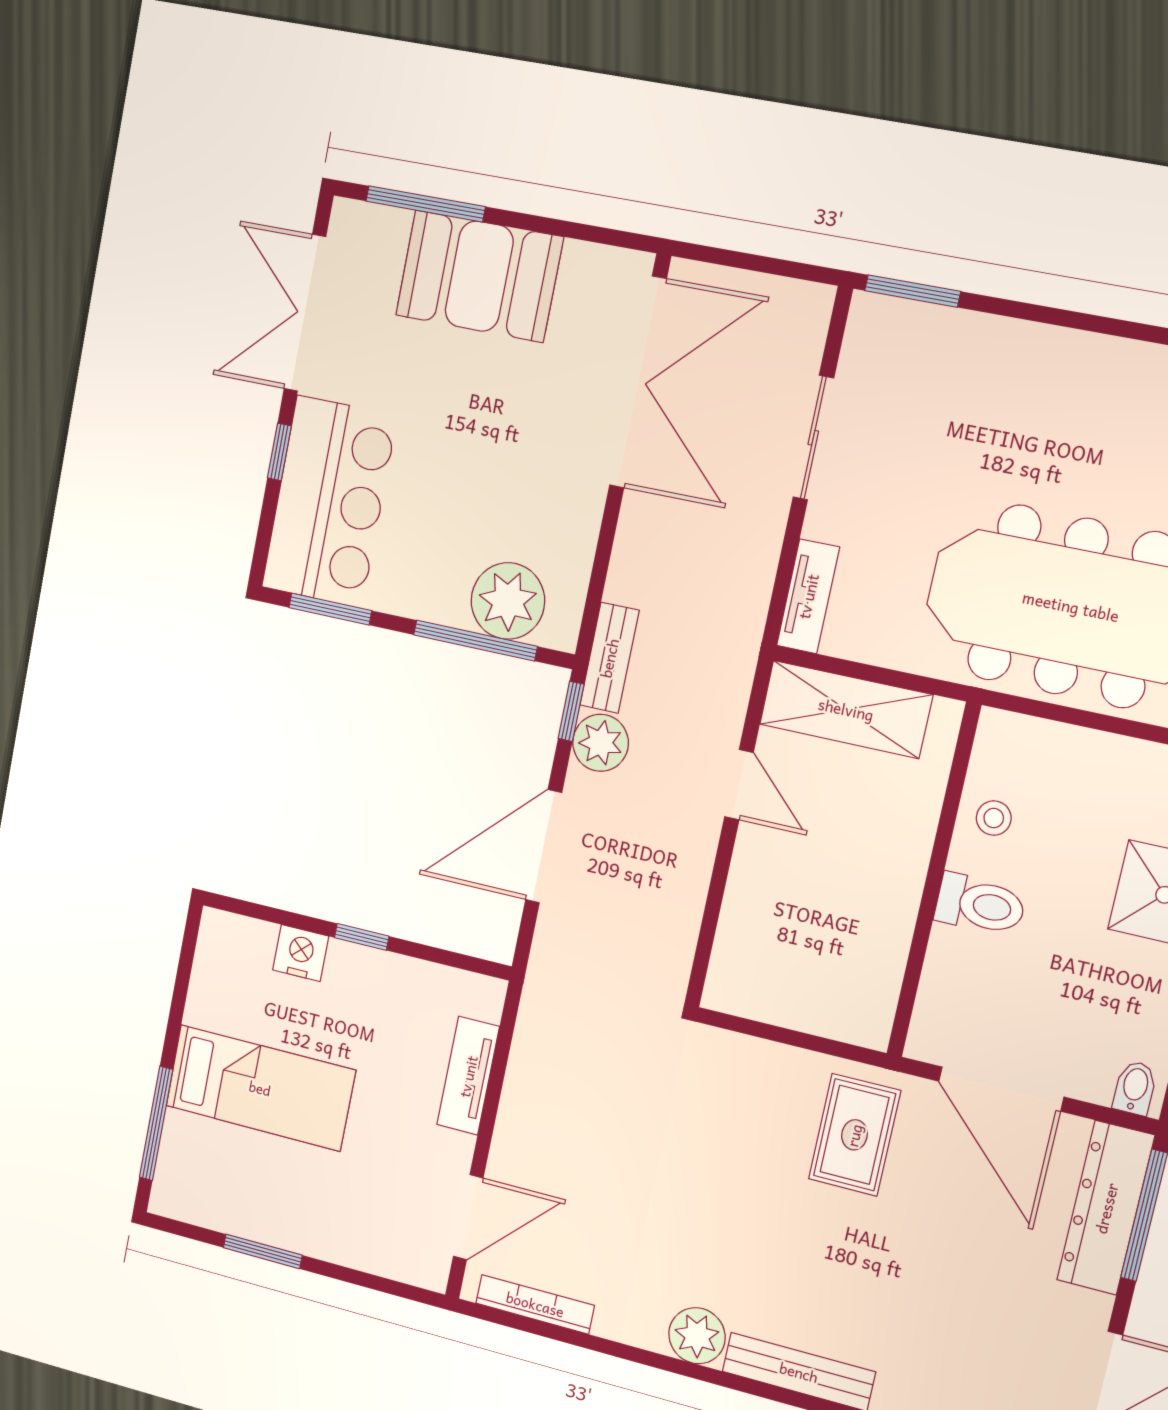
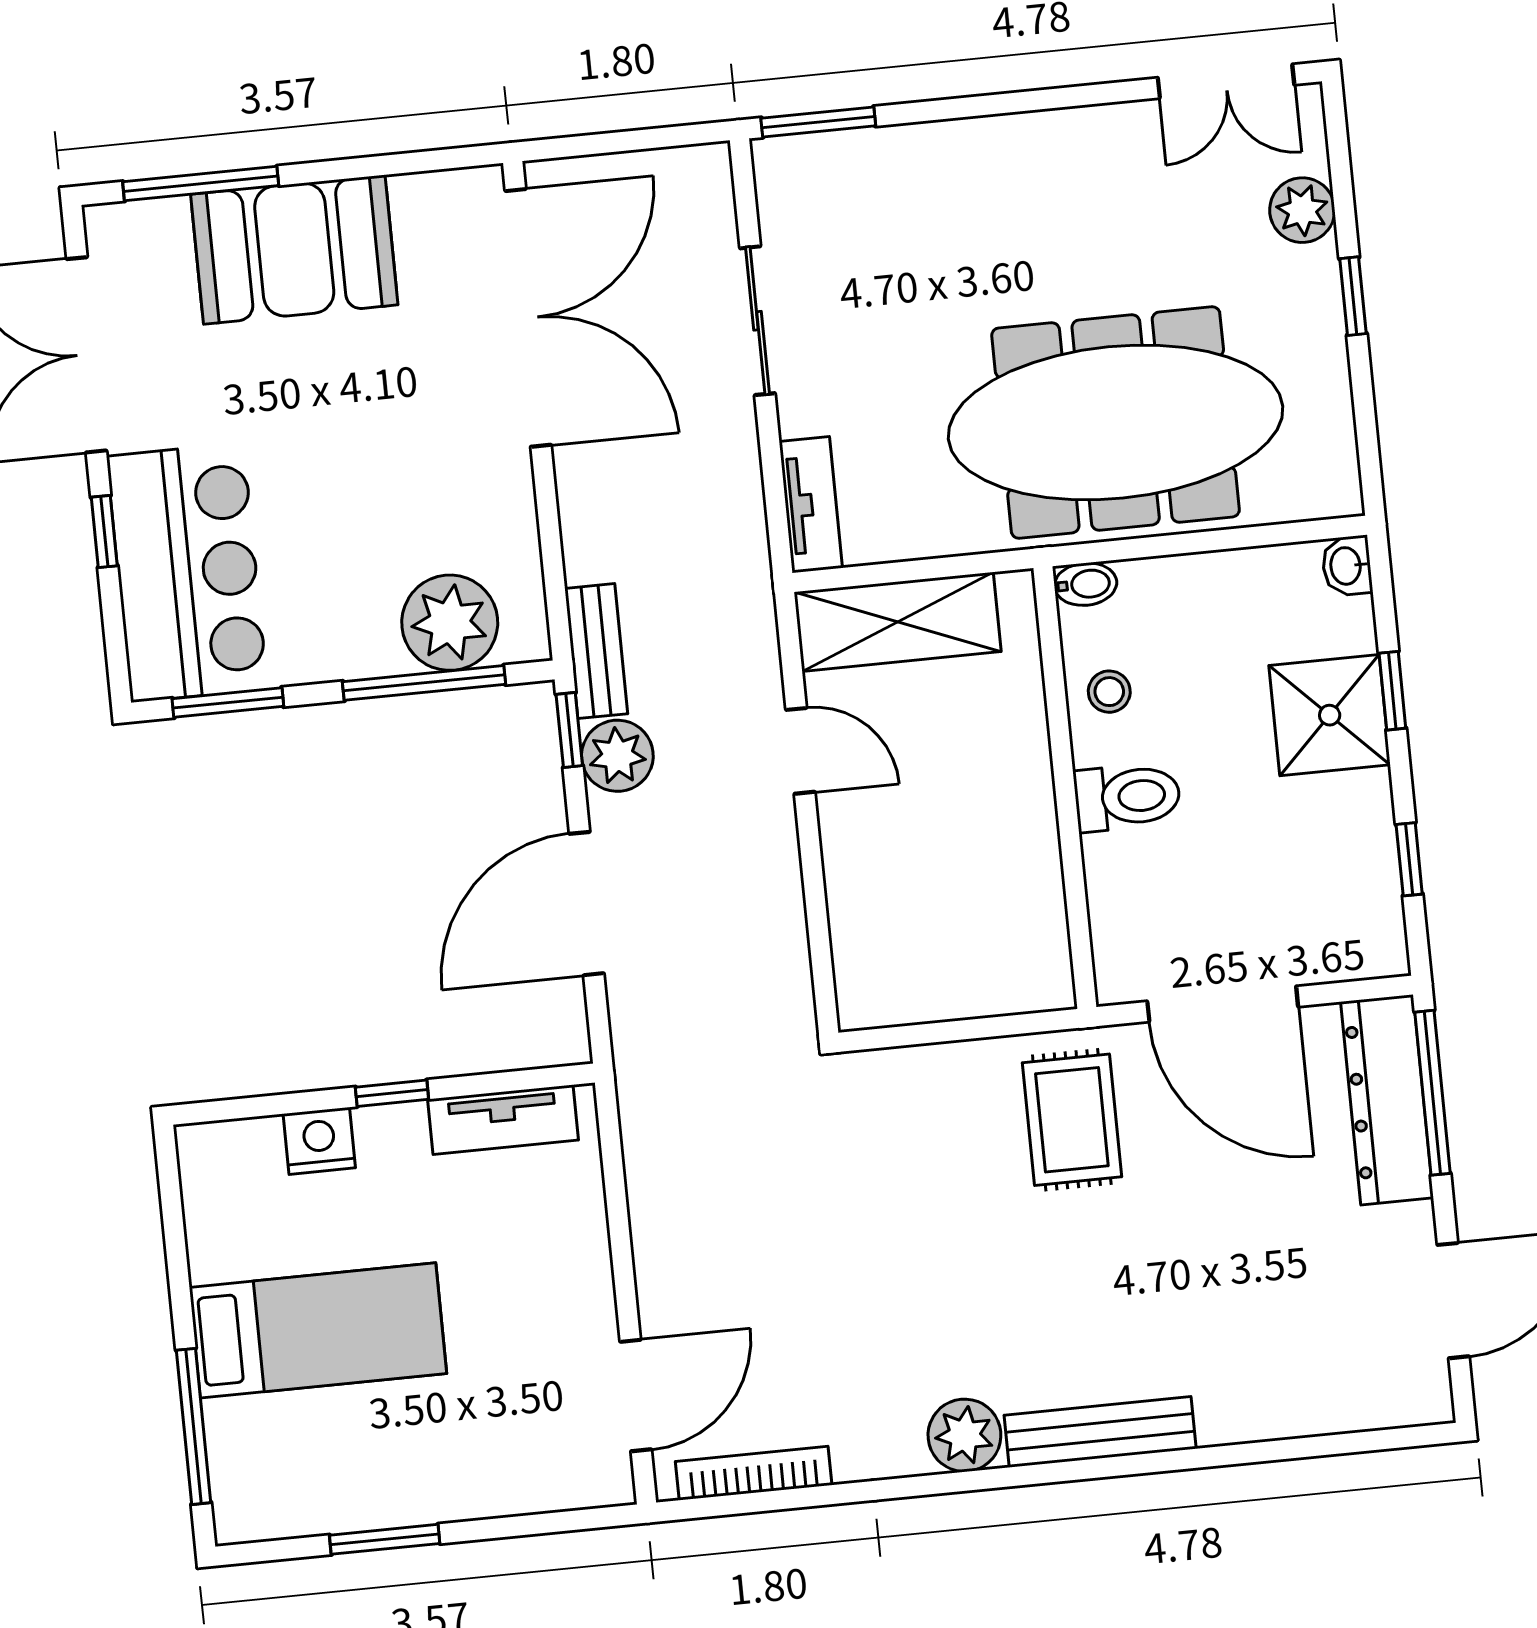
tv unit: (468, 1076) -> (503, 1120), moved, turned -90
bidet: (1135, 1088) -> (1086, 584), moved, turned 90

